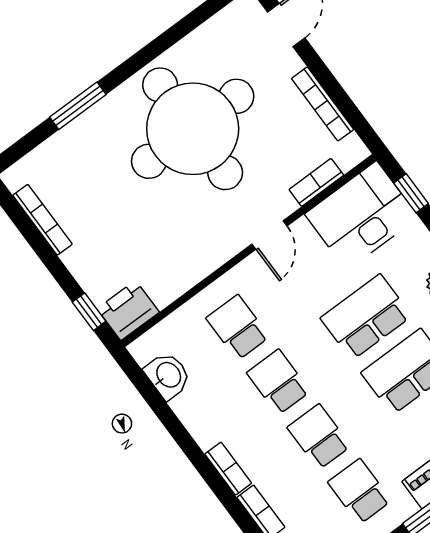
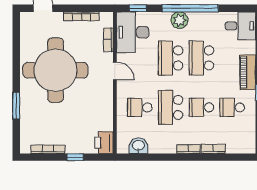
window: (89, 312) -> (75, 157), moved
school desk: (278, 382) -> (171, 107), width x1.85

